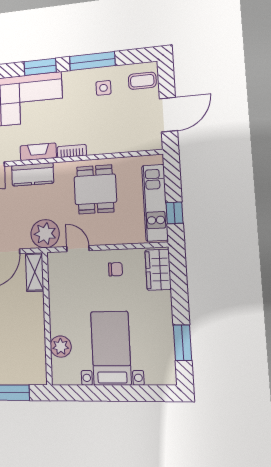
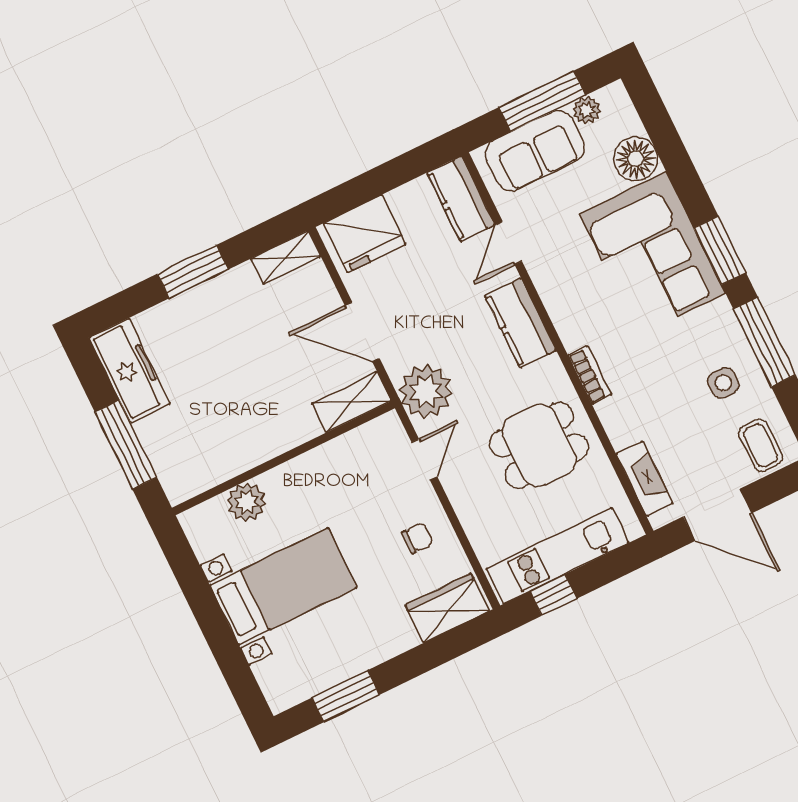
fireplace: (38, 152) -> (644, 478), moved
chair: (115, 269) -> (417, 538), turned -90

